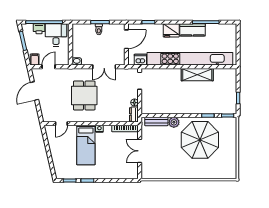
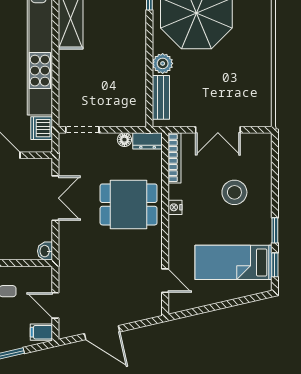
dining table: (84, 95) -> (129, 204), moved
bed: (86, 145) -> (234, 262), moved, turned 180
stool: (107, 160) -> (234, 192), added

